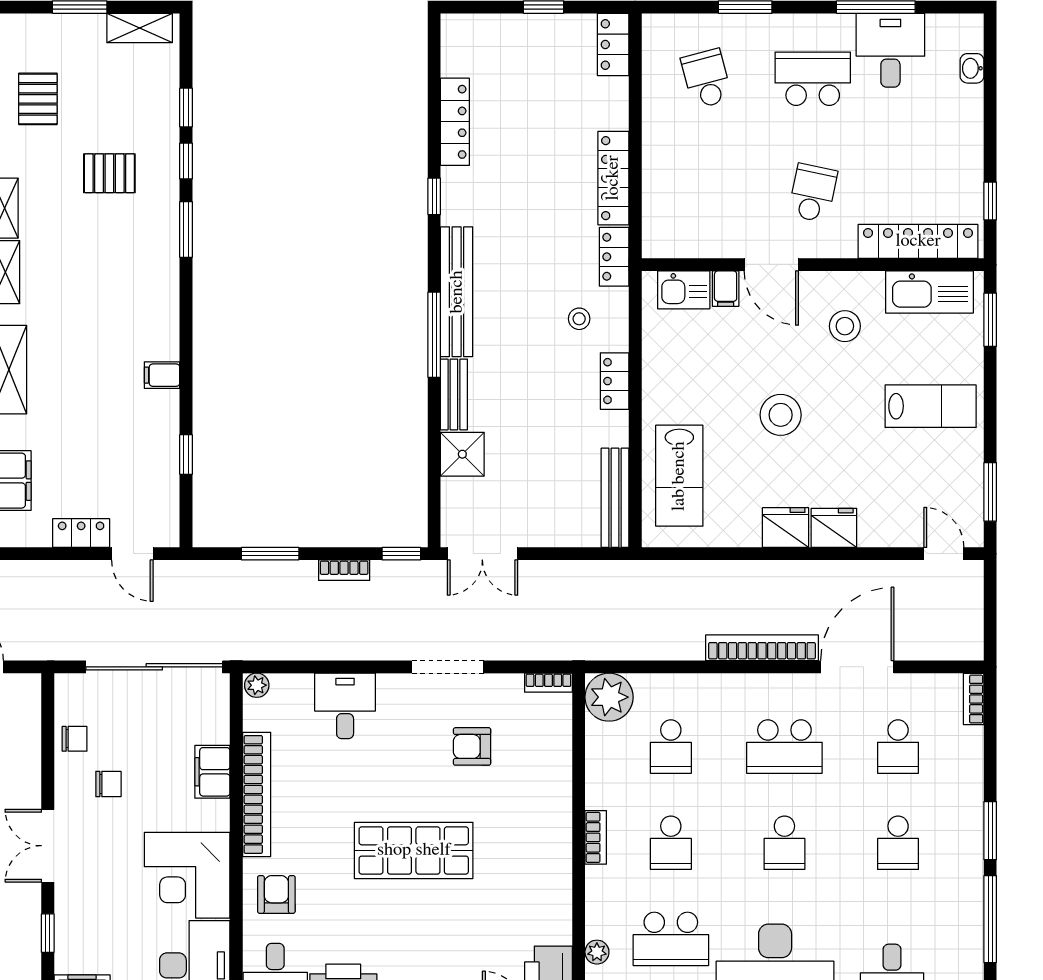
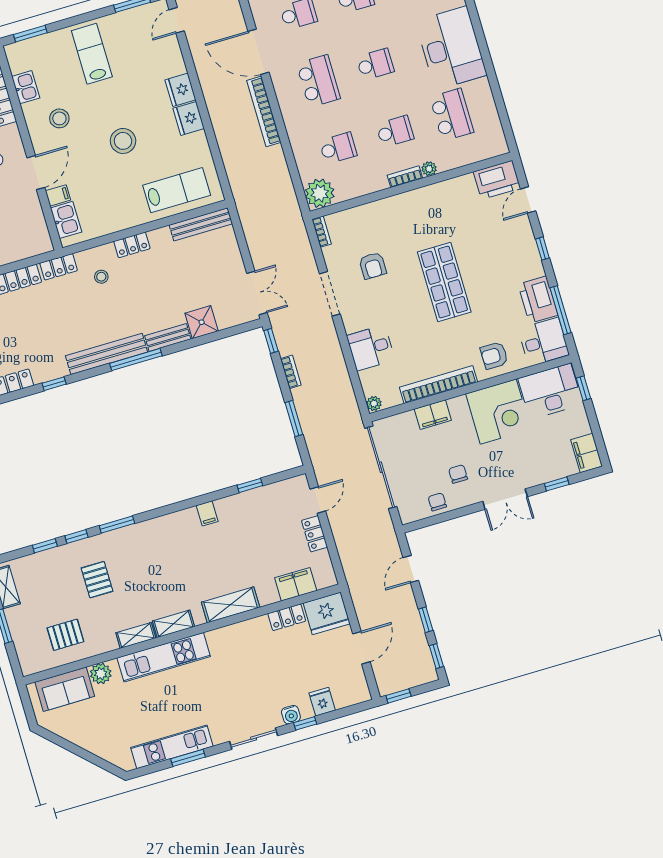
kitchen sink: (929, 292) -> (26, 87), width x0.53, depth x0.81
plant: (597, 952) -> (429, 169), moved

